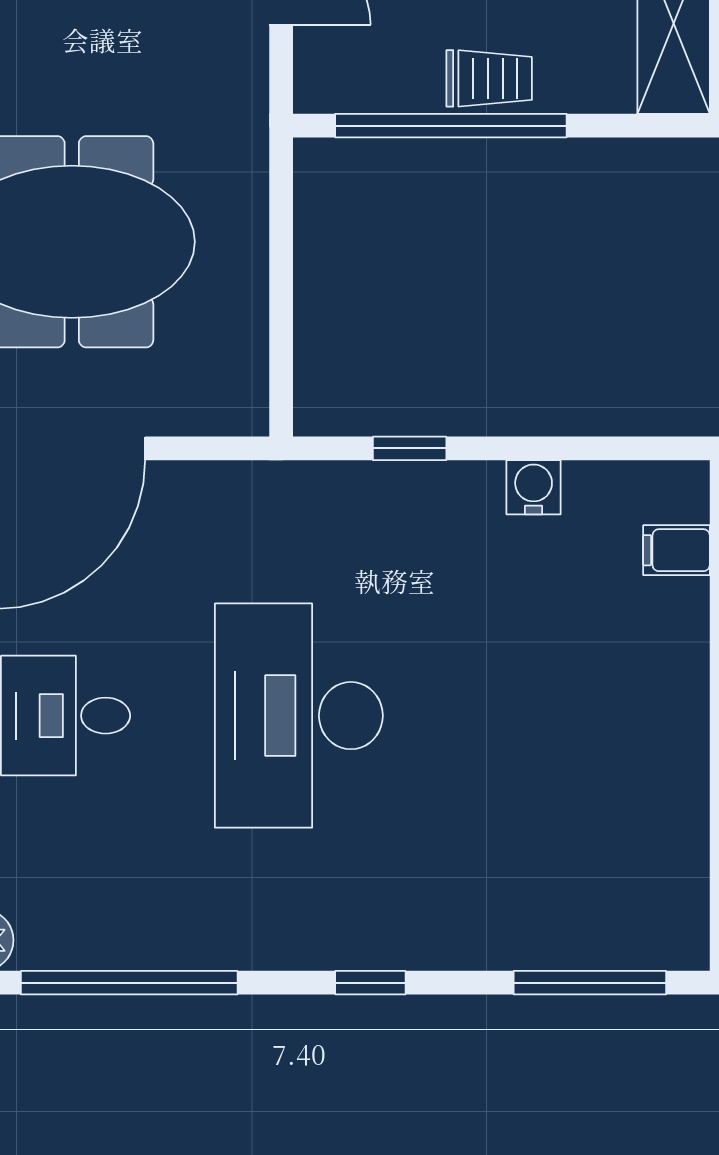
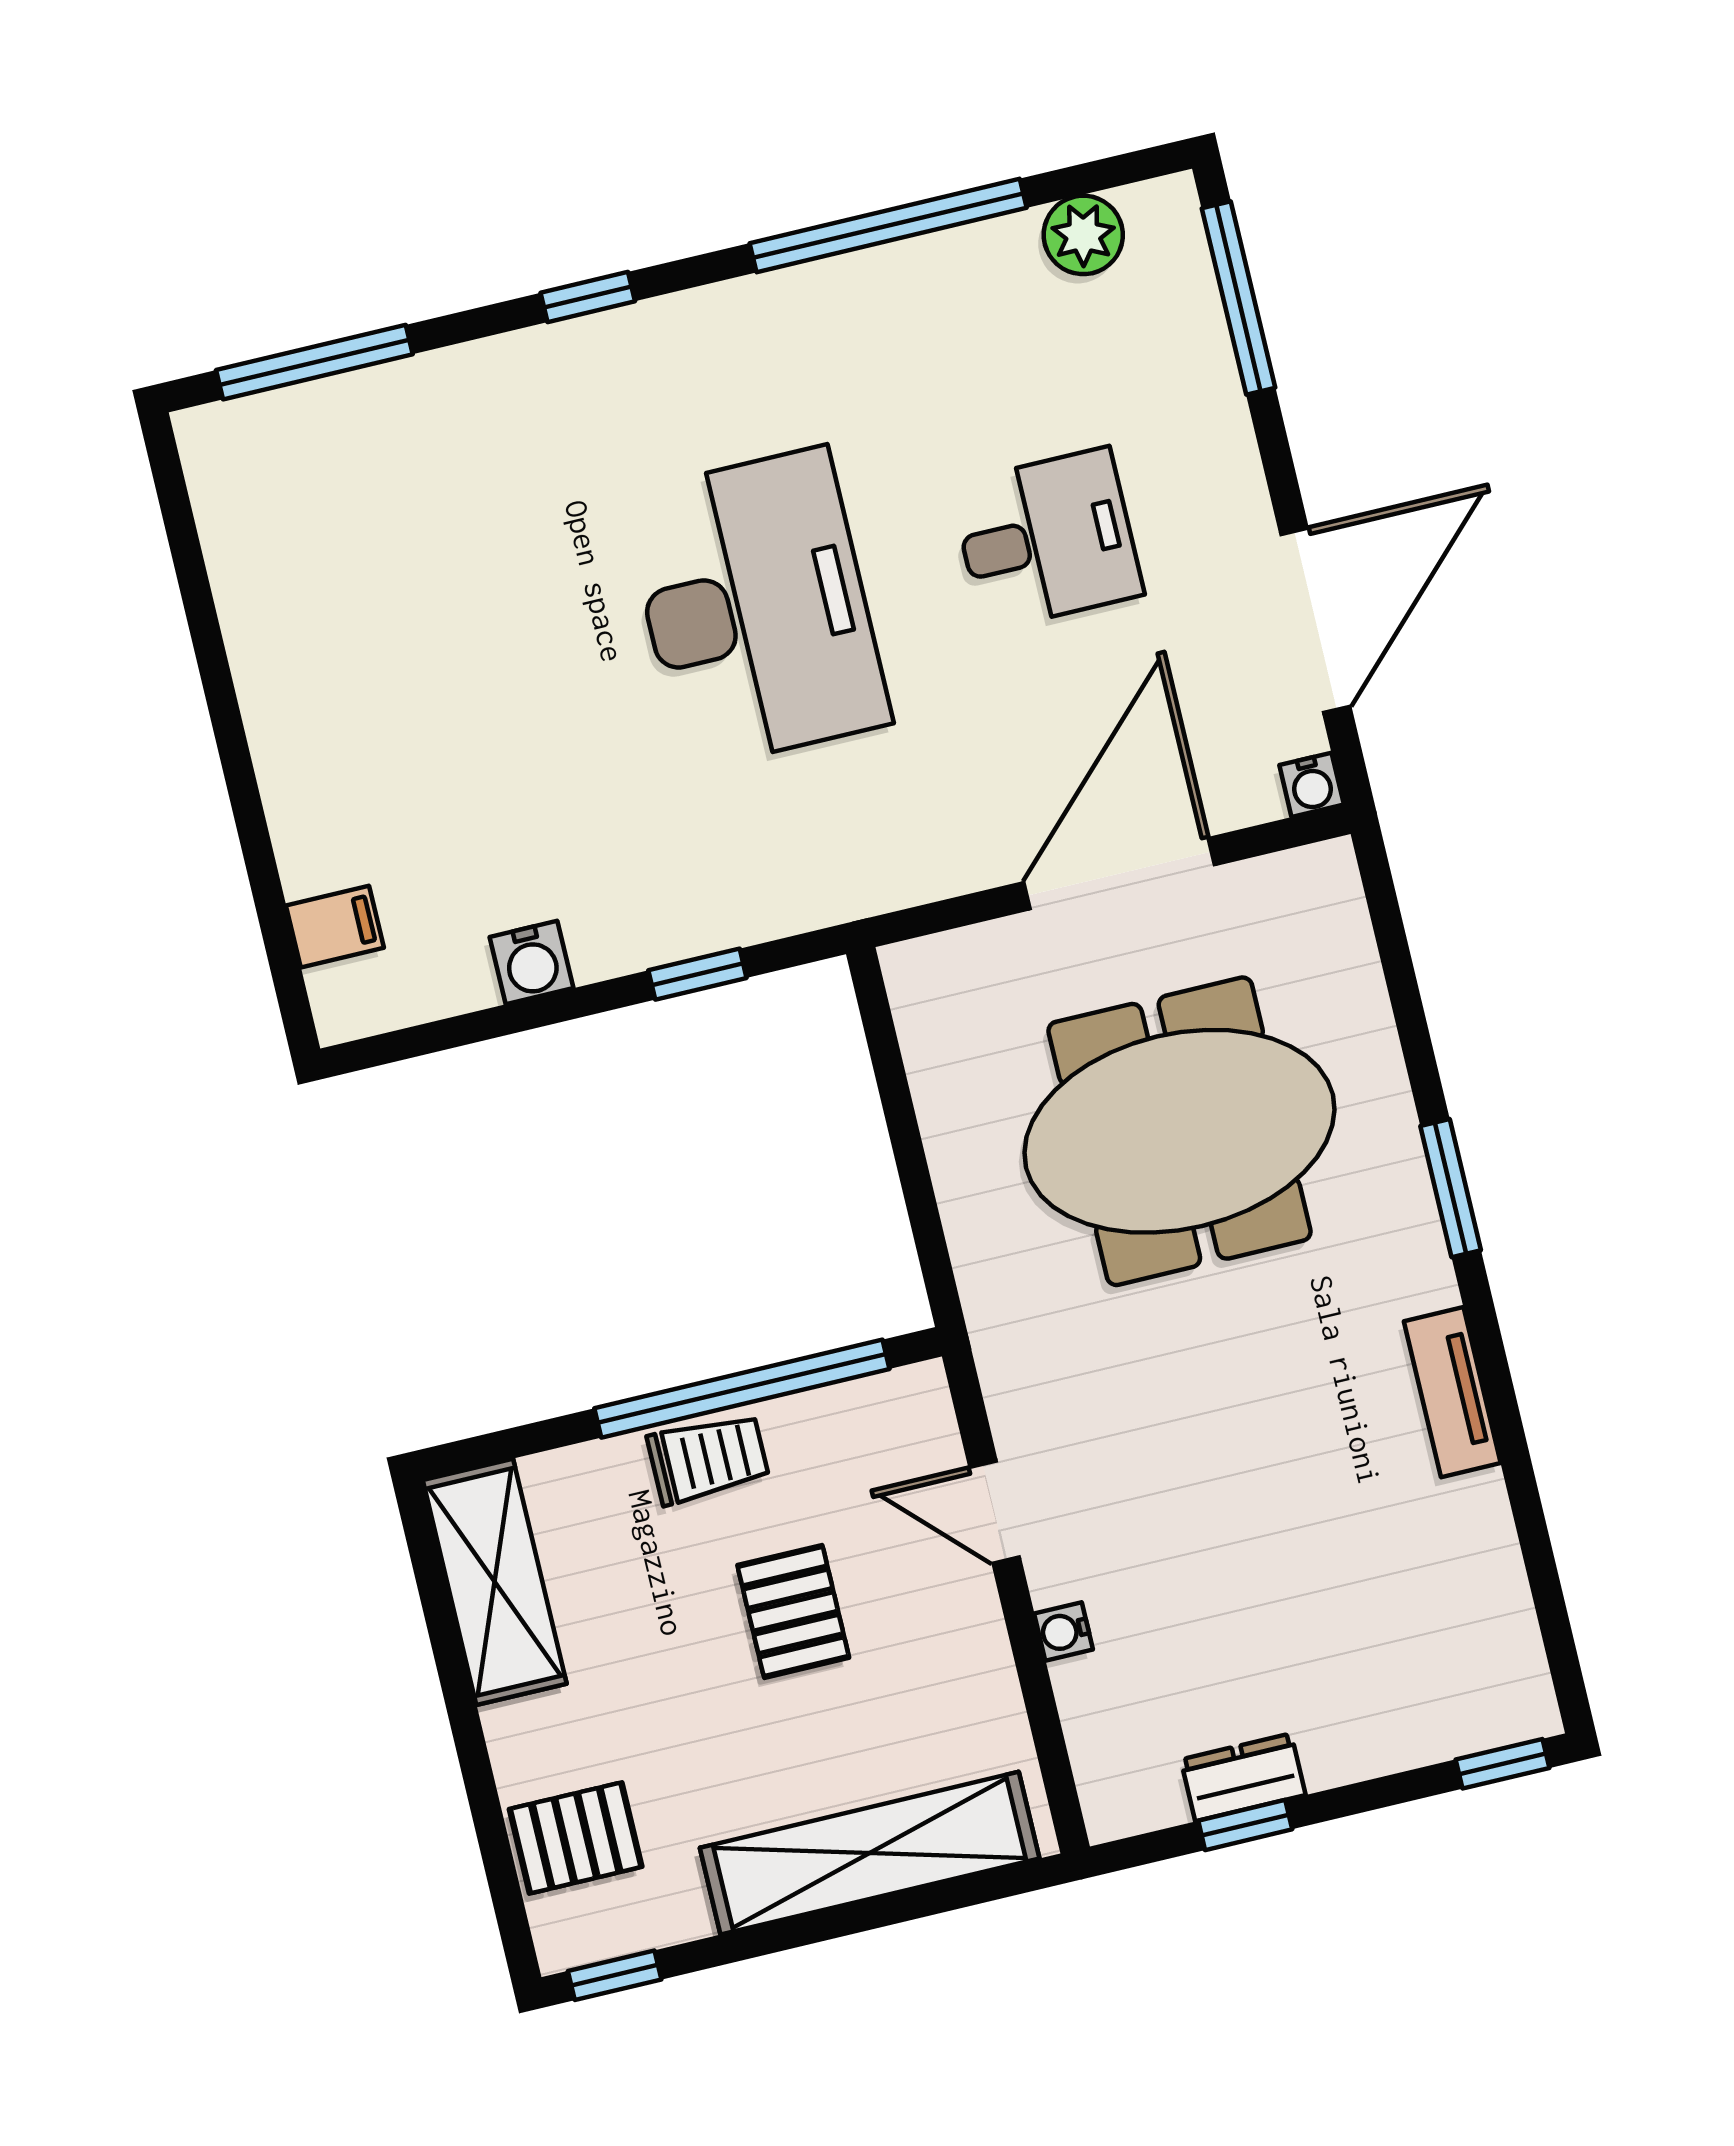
trolley: (489, 78) -> (708, 1459), turned 180

